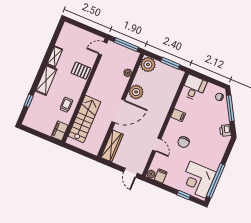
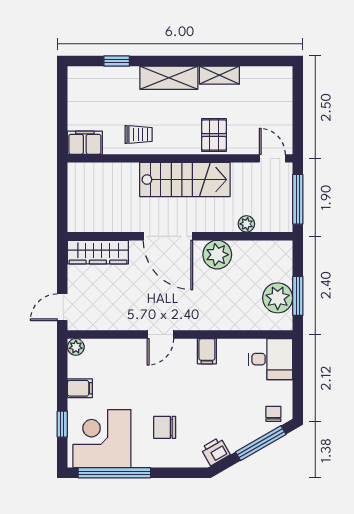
plant: (148, 65) -> (278, 298), moved
stairs: (84, 119) -> (185, 180), moved
chair: (184, 142) -> (165, 427), moved
door: (157, 145) -> (160, 334), moved
filing cabinet: (161, 176) -> (80, 388), moved

